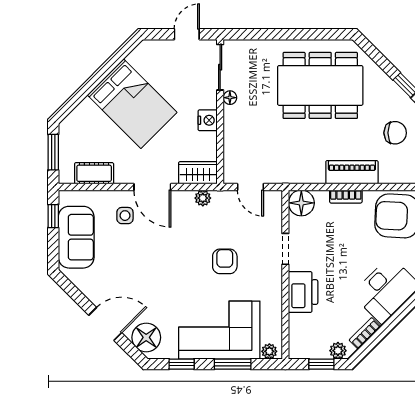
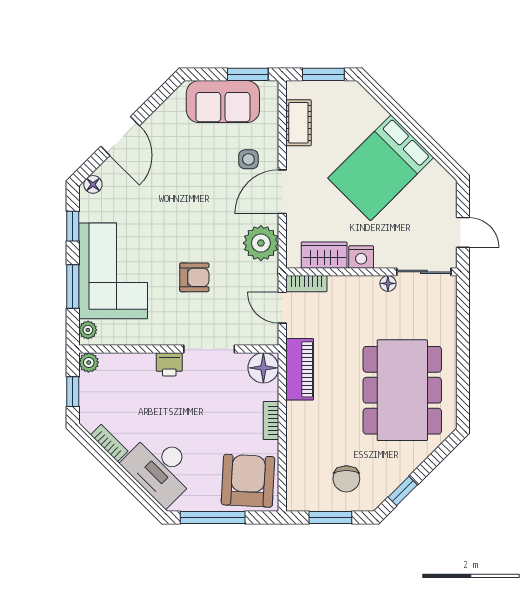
bookcase: (230, 167) -> (306, 284), added
piano: (352, 172) -> (300, 369), moved
wardrobe: (198, 173) -> (324, 255), moved, turned -90
door: (250, 187) -> (282, 308), hinge flipped
plant: (203, 198) -> (261, 243), width x1.87, depth x1.87
window: (53, 216) -> (248, 74), width x1.50
doorway: (285, 249) -> (209, 349), width x1.38
printer: (303, 292) -> (169, 364), width x0.53, depth x0.68
floor lamp: (146, 337) -> (93, 184), width x0.53, depth x0.53
plant: (338, 351) -> (89, 362), moved

